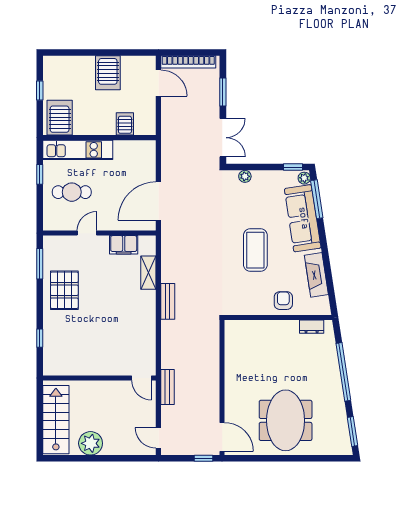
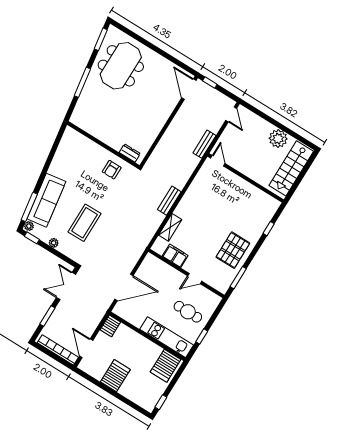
window: (40, 91) -> (161, 402), moved
server rack: (125, 124) -> (110, 326), moved
plant: (245, 176) -> (54, 243), moved
door: (158, 201) -> (124, 287), moved
coffee table: (255, 250) -> (84, 223), moved
fireplace: (316, 275) -> (61, 157), removed
armchair: (283, 301) -> (112, 170), moved
dresser: (312, 327) -> (130, 153), moved
window: (343, 372) -> (82, 82), width x0.68
meeting table: (286, 420) -> (121, 66), moved

